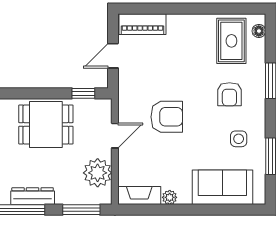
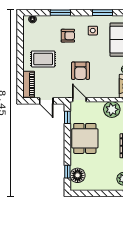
rug: (231, 41) -> (43, 59), moved
armchair: (167, 117) -> (80, 71), turned 180
door: (115, 136) -> (79, 100), moved

